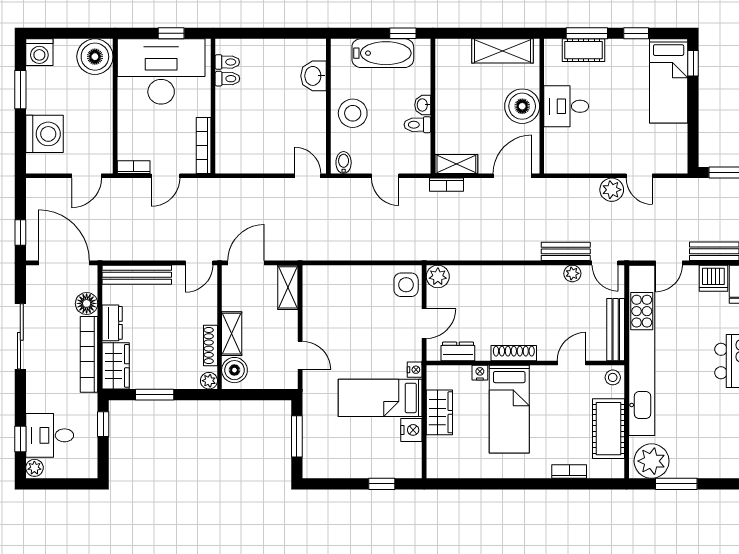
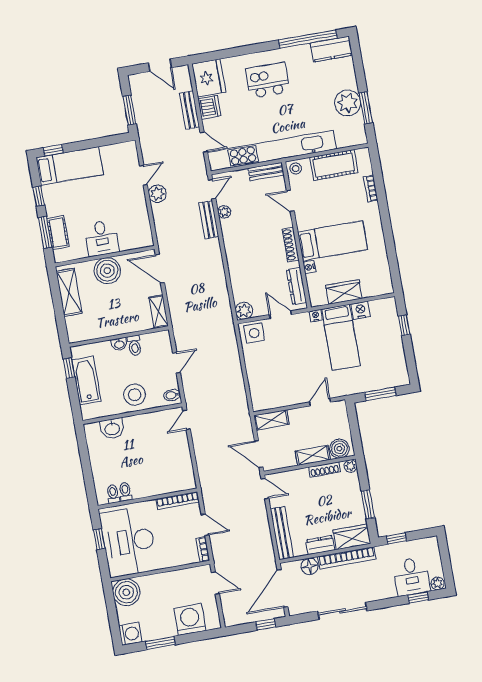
bookcase: (447, 185) -> (175, 316), removed
bench: (616, 330) -> (266, 172), width x0.73
dresser: (458, 351) -> (297, 286), width x1.44
plant: (652, 461) -> (348, 103), moved

